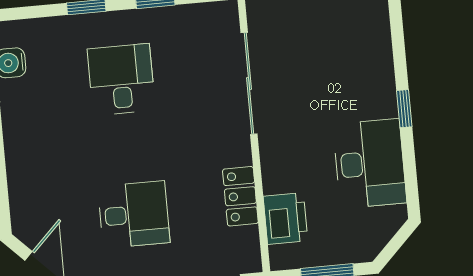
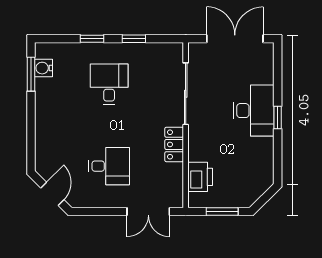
desk: (370, 164) -> (254, 111), moved
locker: (240, 196) -> (174, 144), moved

